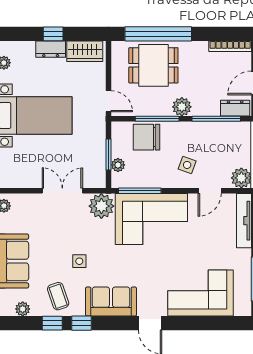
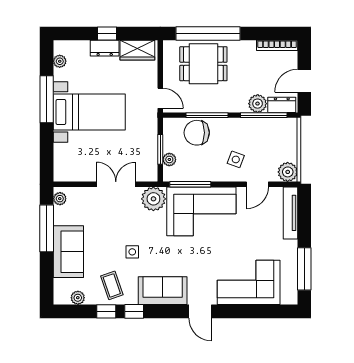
plant: (182, 107) -> (258, 104), moved

